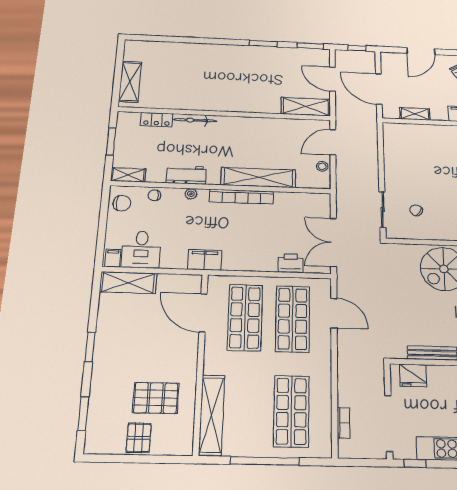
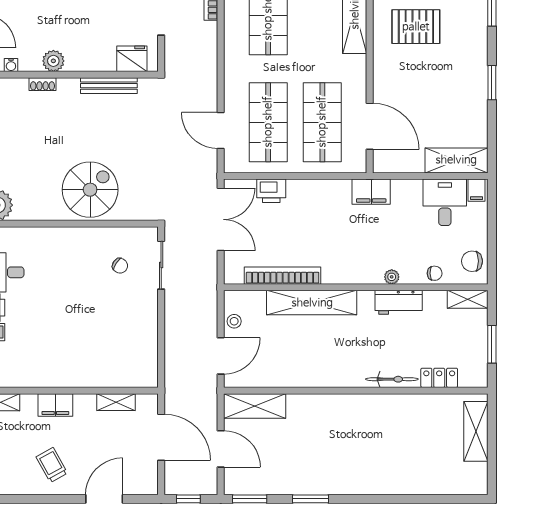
bookcase: (241, 197) -> (283, 276), moved

